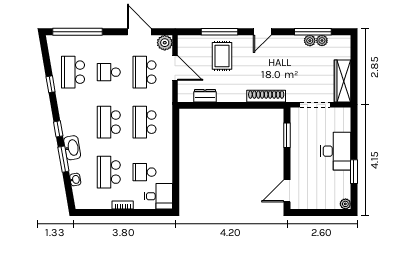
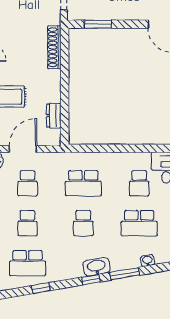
school desk: (144, 72) -> (27, 183), width x0.54
school desk: (109, 122) -> (83, 223), width x0.54
washbasin: (72, 148) -> (96, 267), moved

